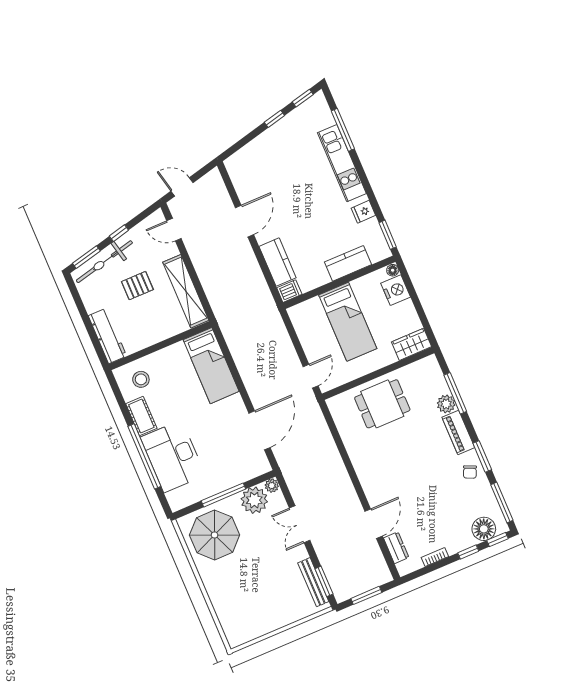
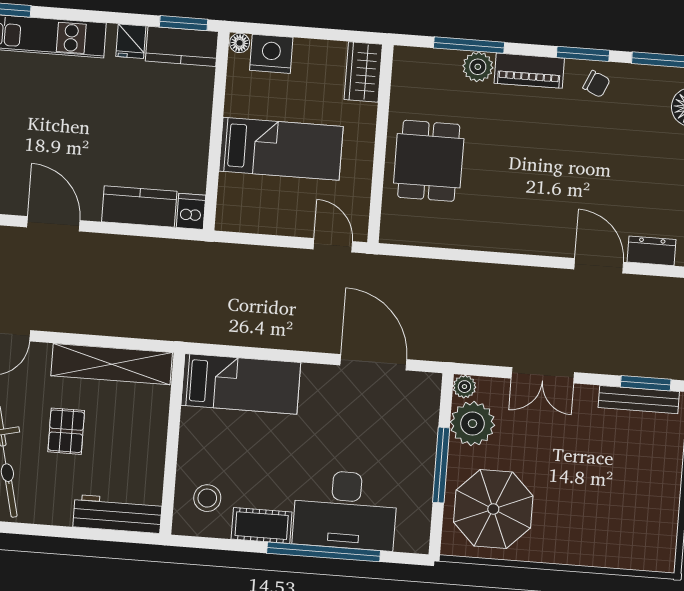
kitchen counter: (348, 263) -> (182, 46), moved, turned -90

